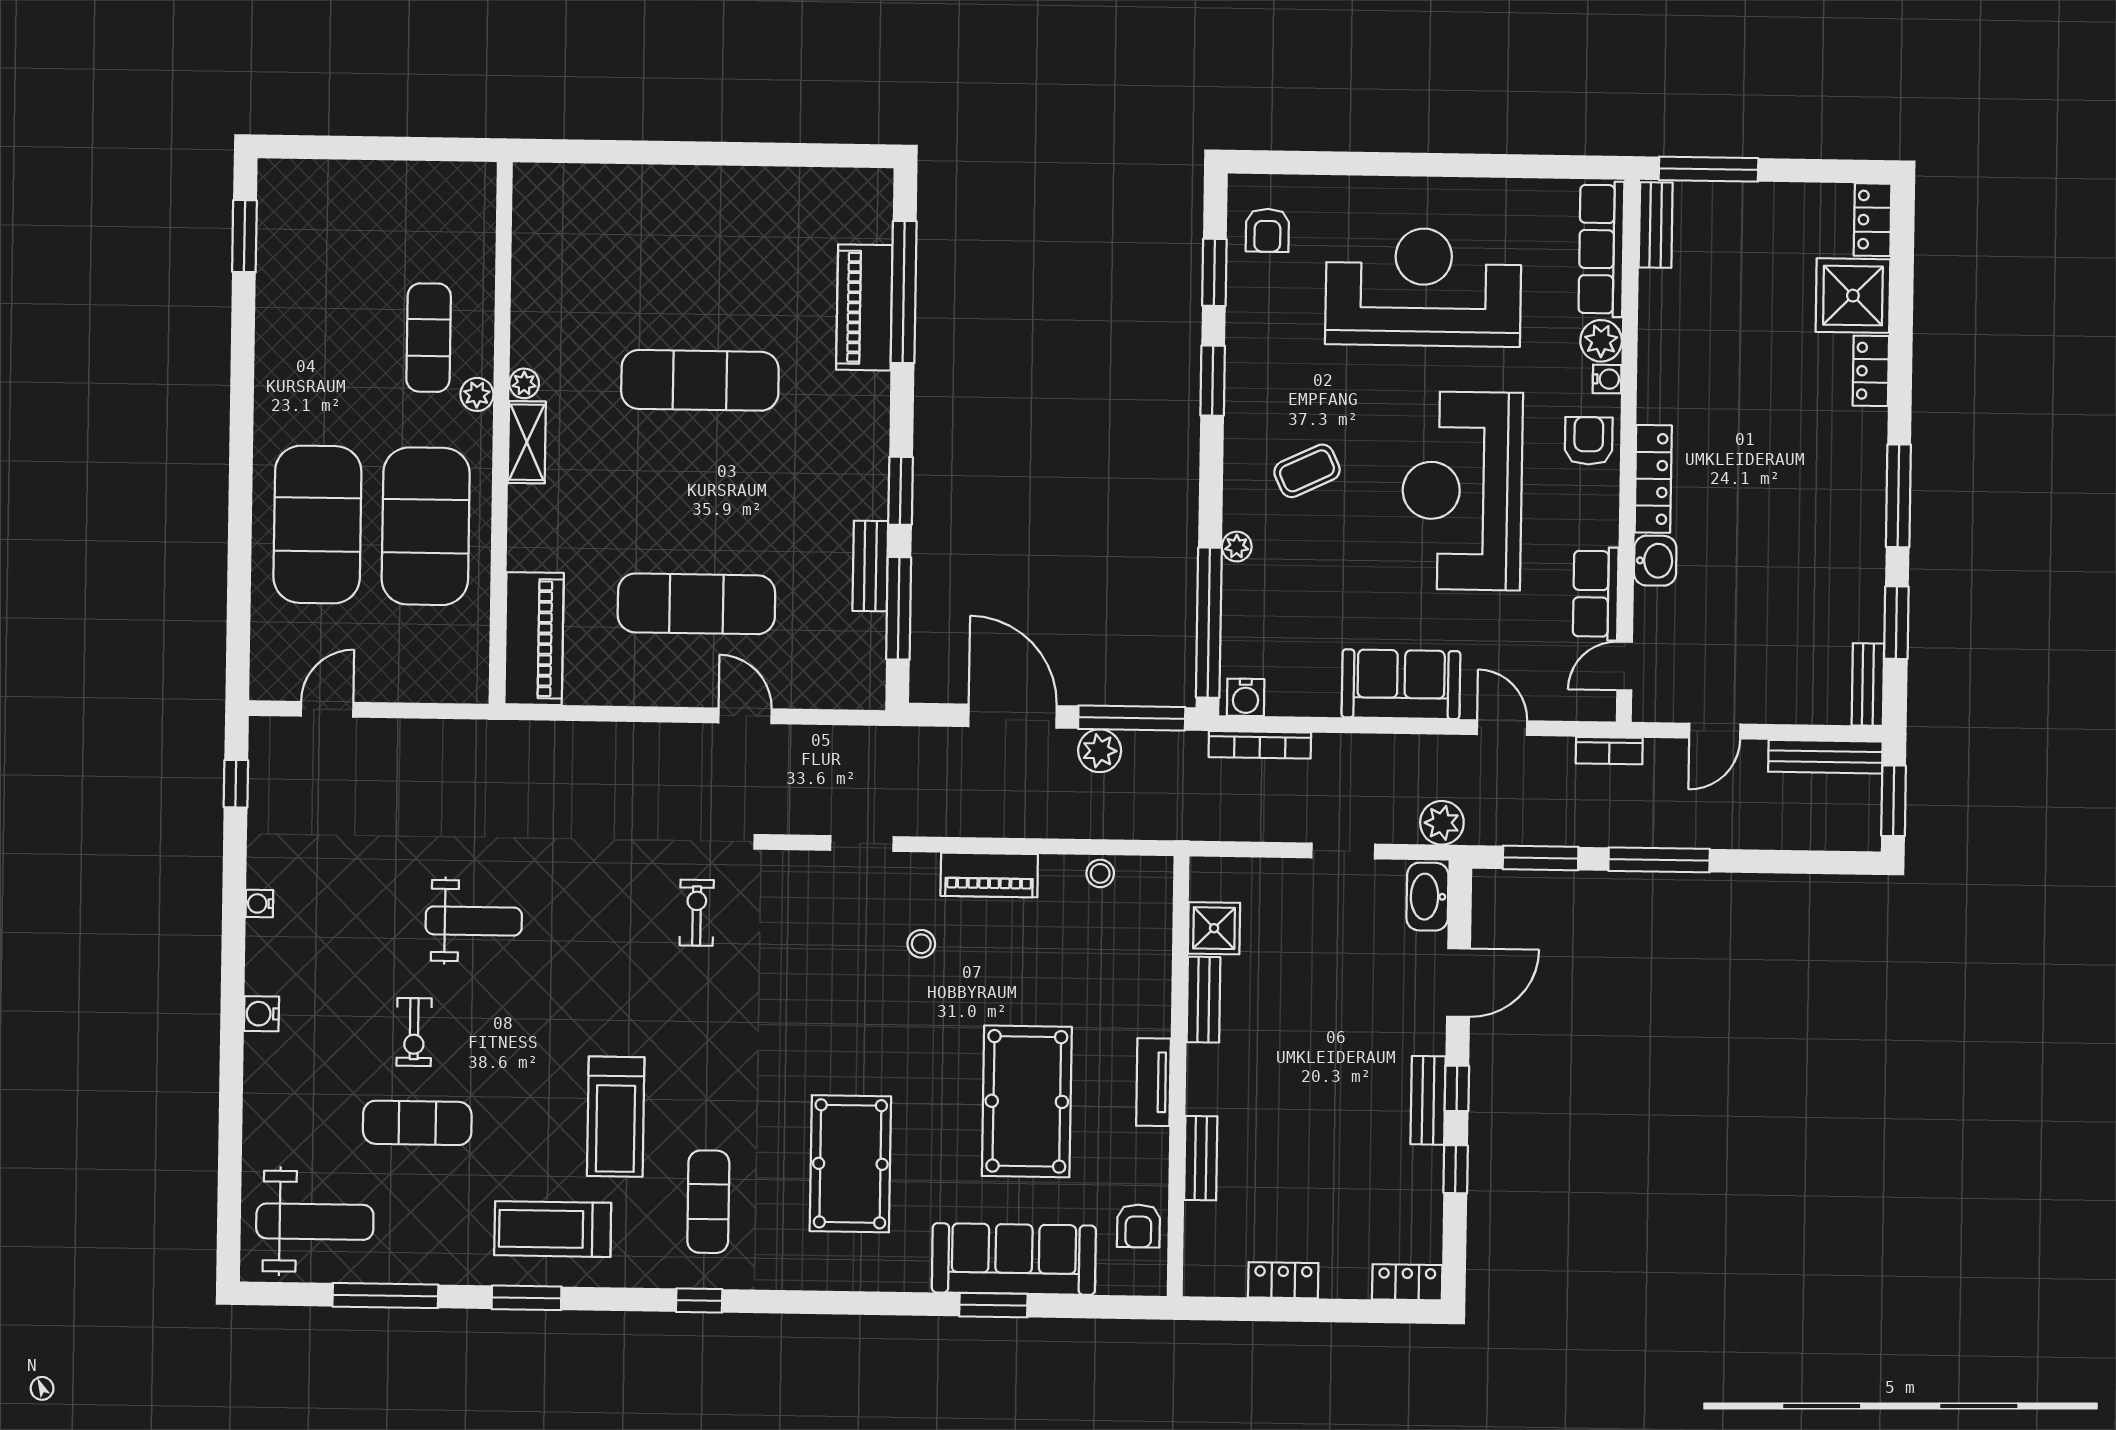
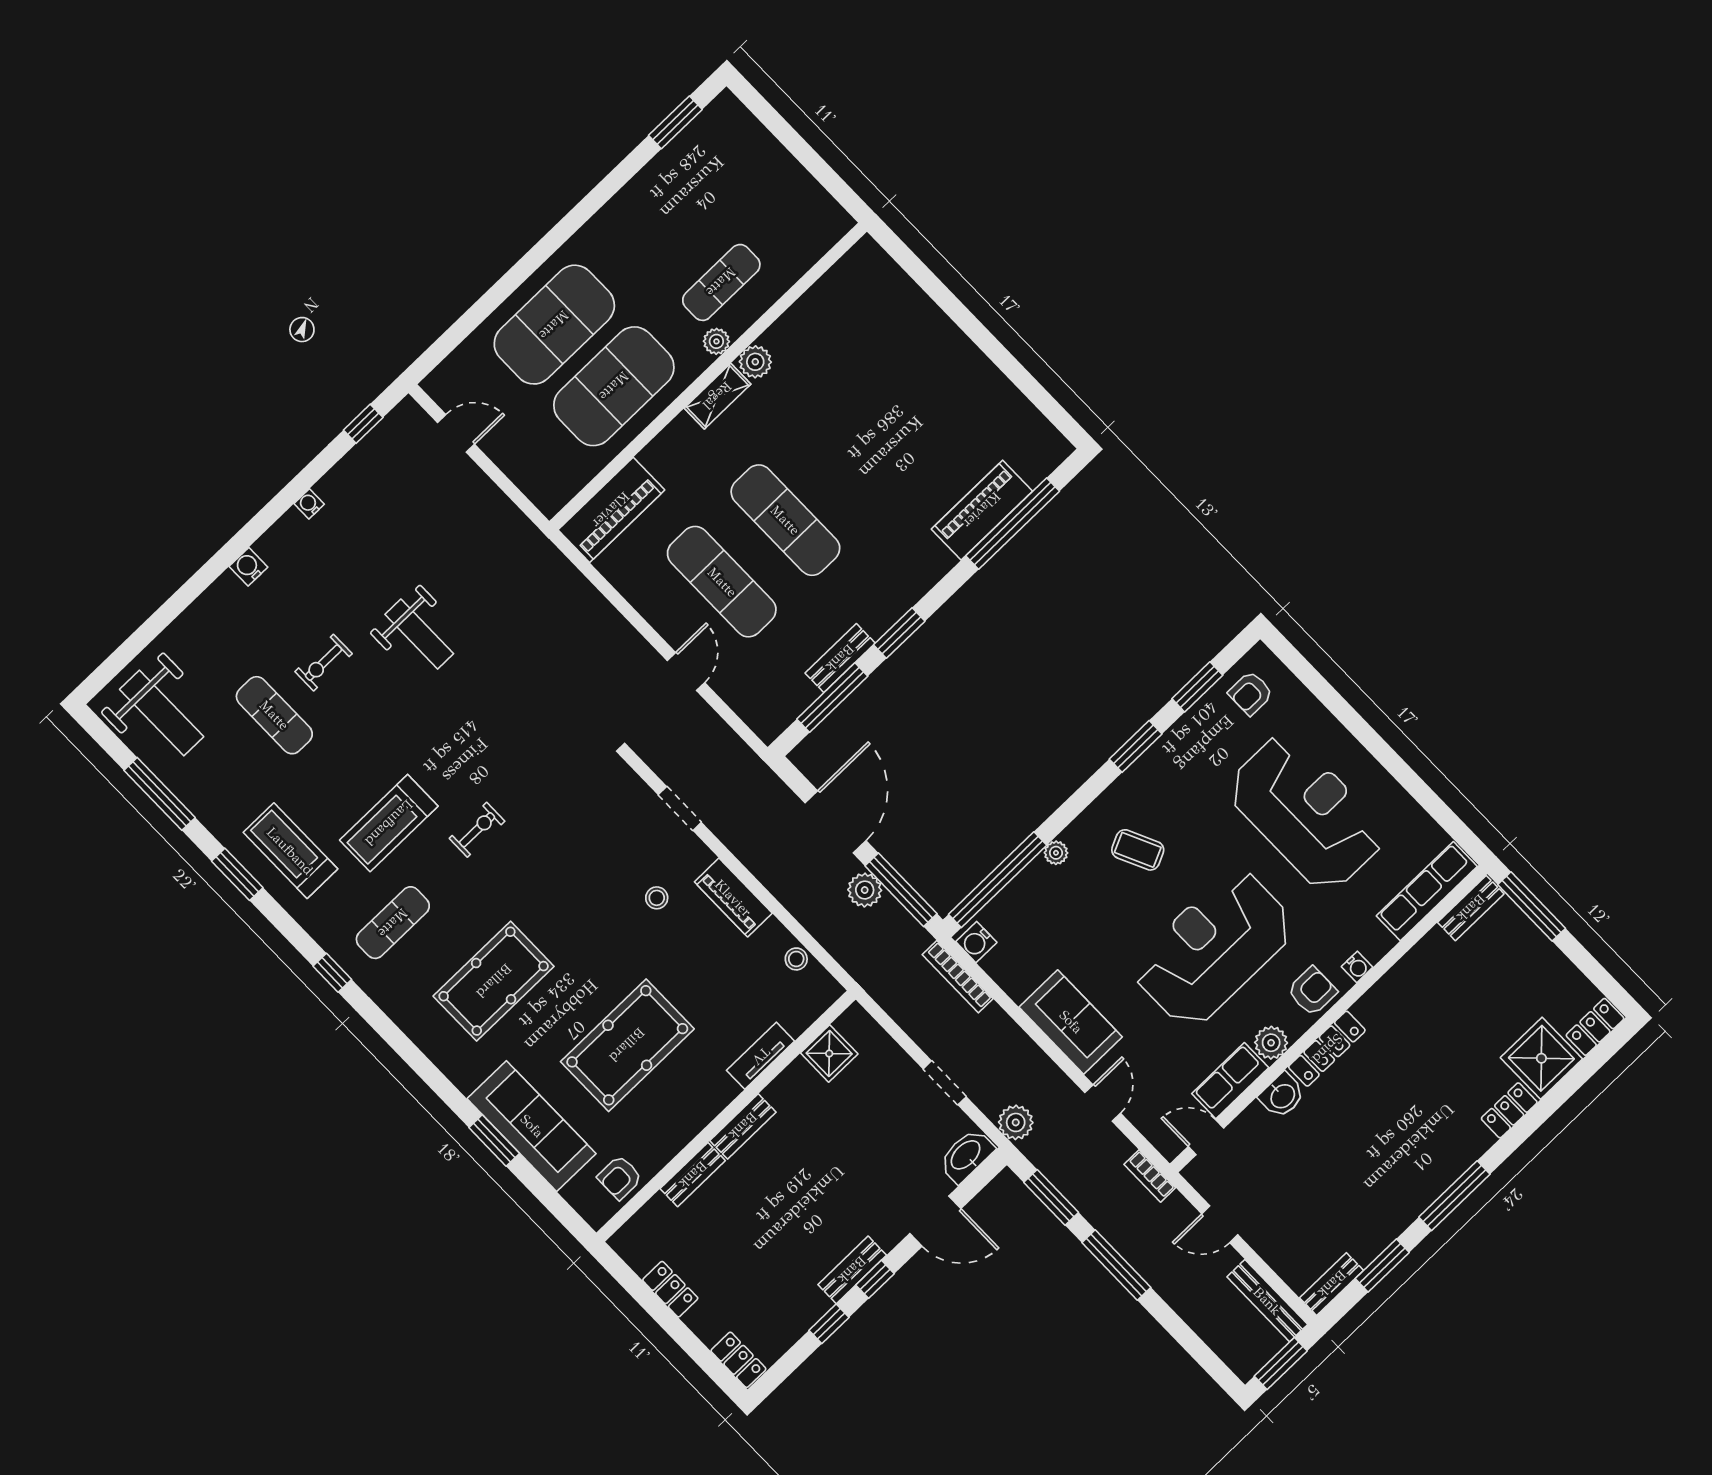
plant: (1601, 341) -> (1271, 1043), moved
exercise mat: (700, 380) -> (785, 520), moved
plant: (524, 383) -> (755, 362), width x1.38, depth x1.38
exercise bike: (697, 913) -> (477, 830), moved
bench: (1203, 1000) -> (743, 1126), moved
tv unit: (1153, 1082) -> (761, 1056), moved

